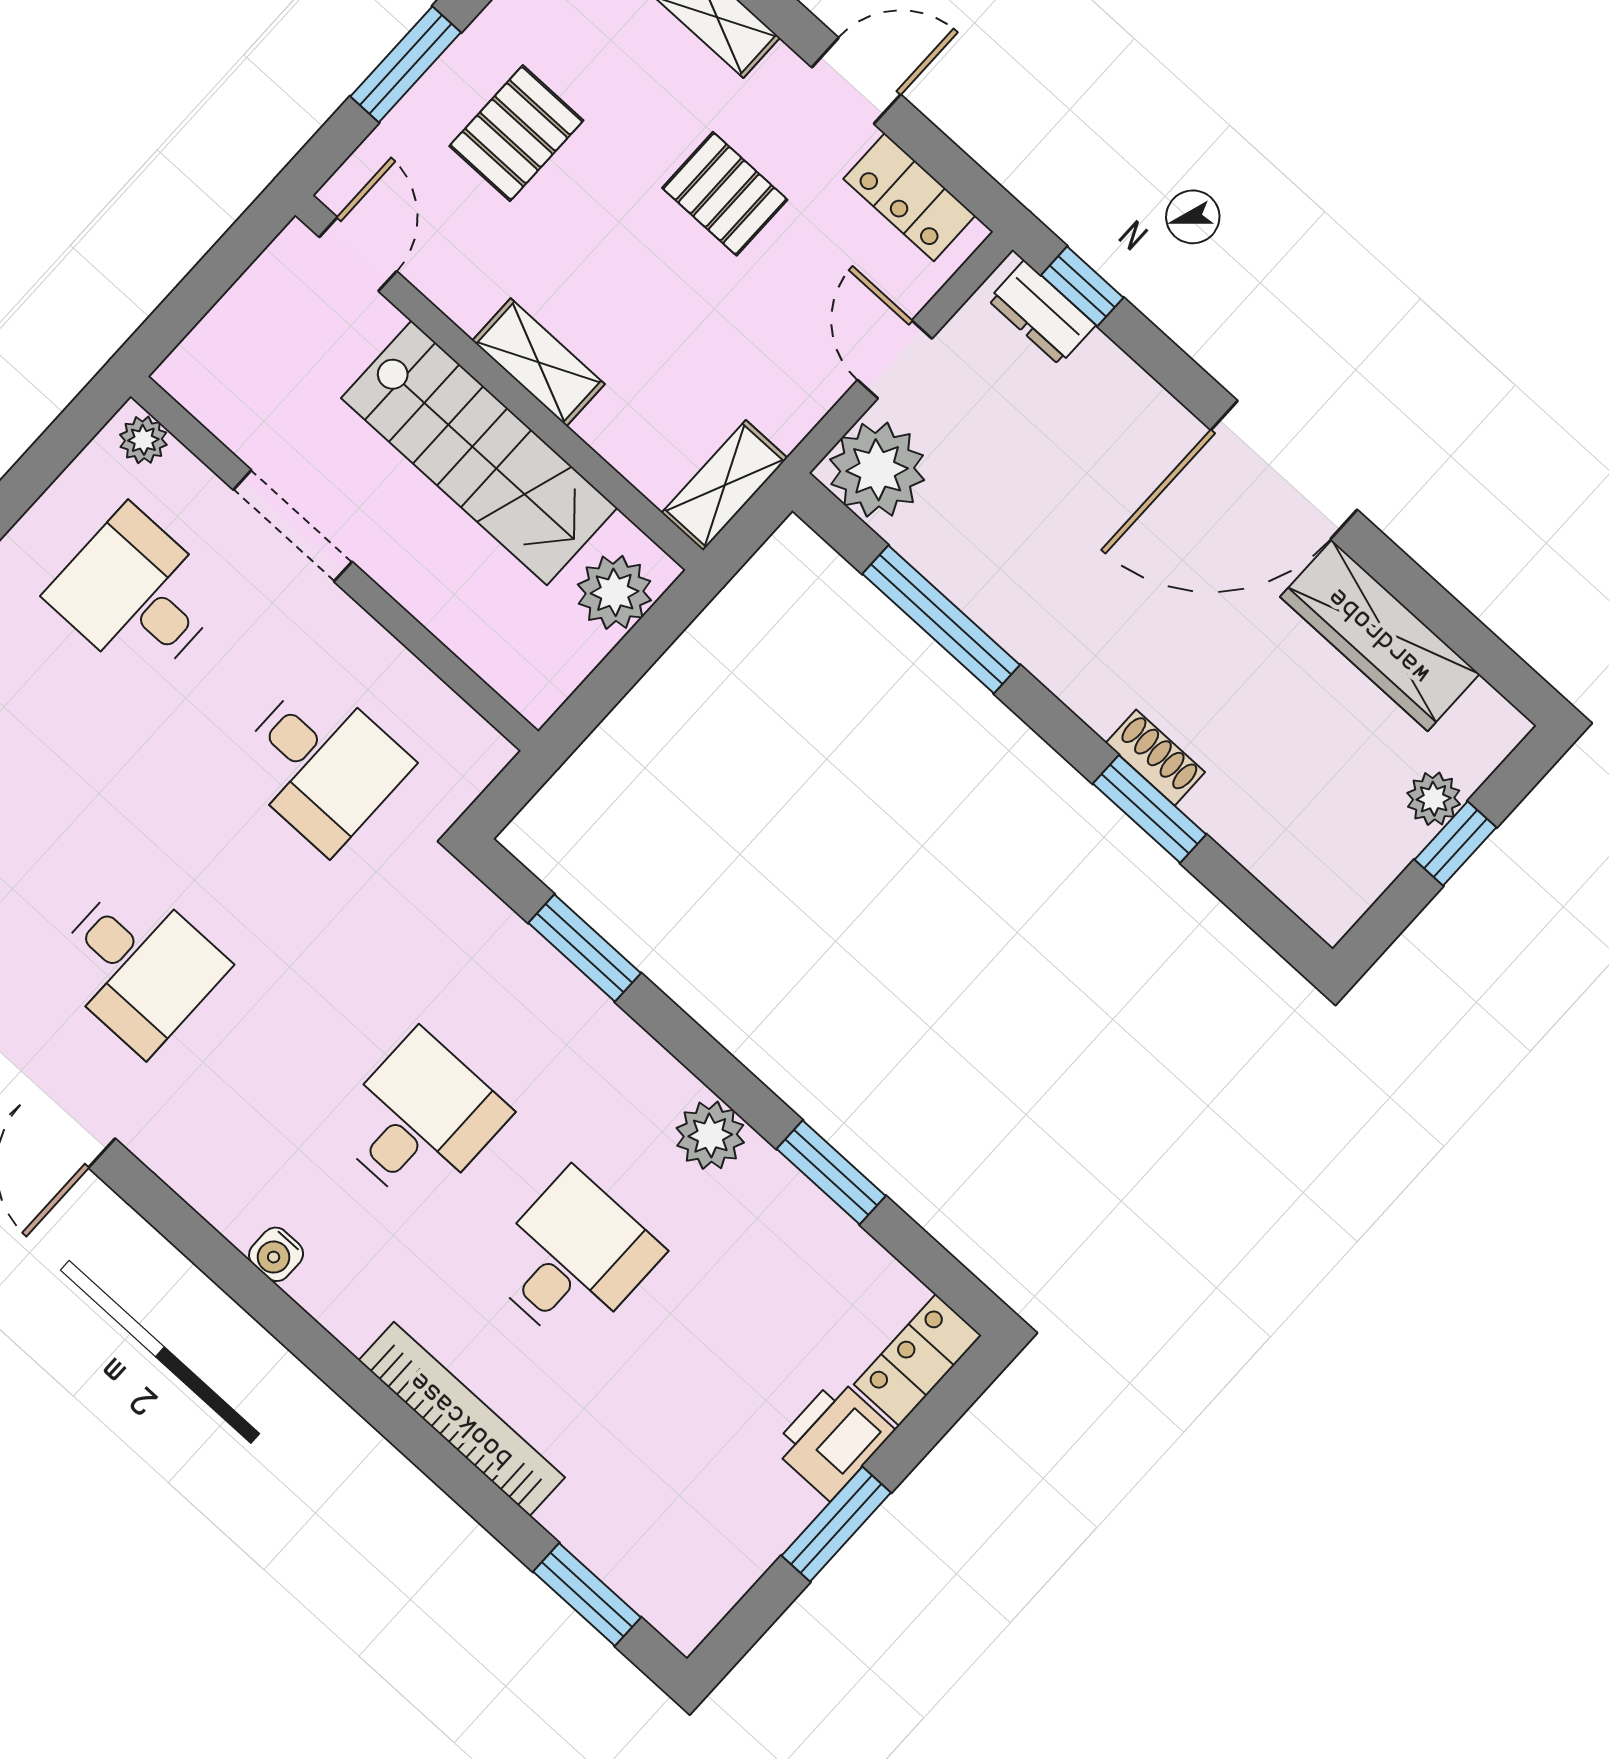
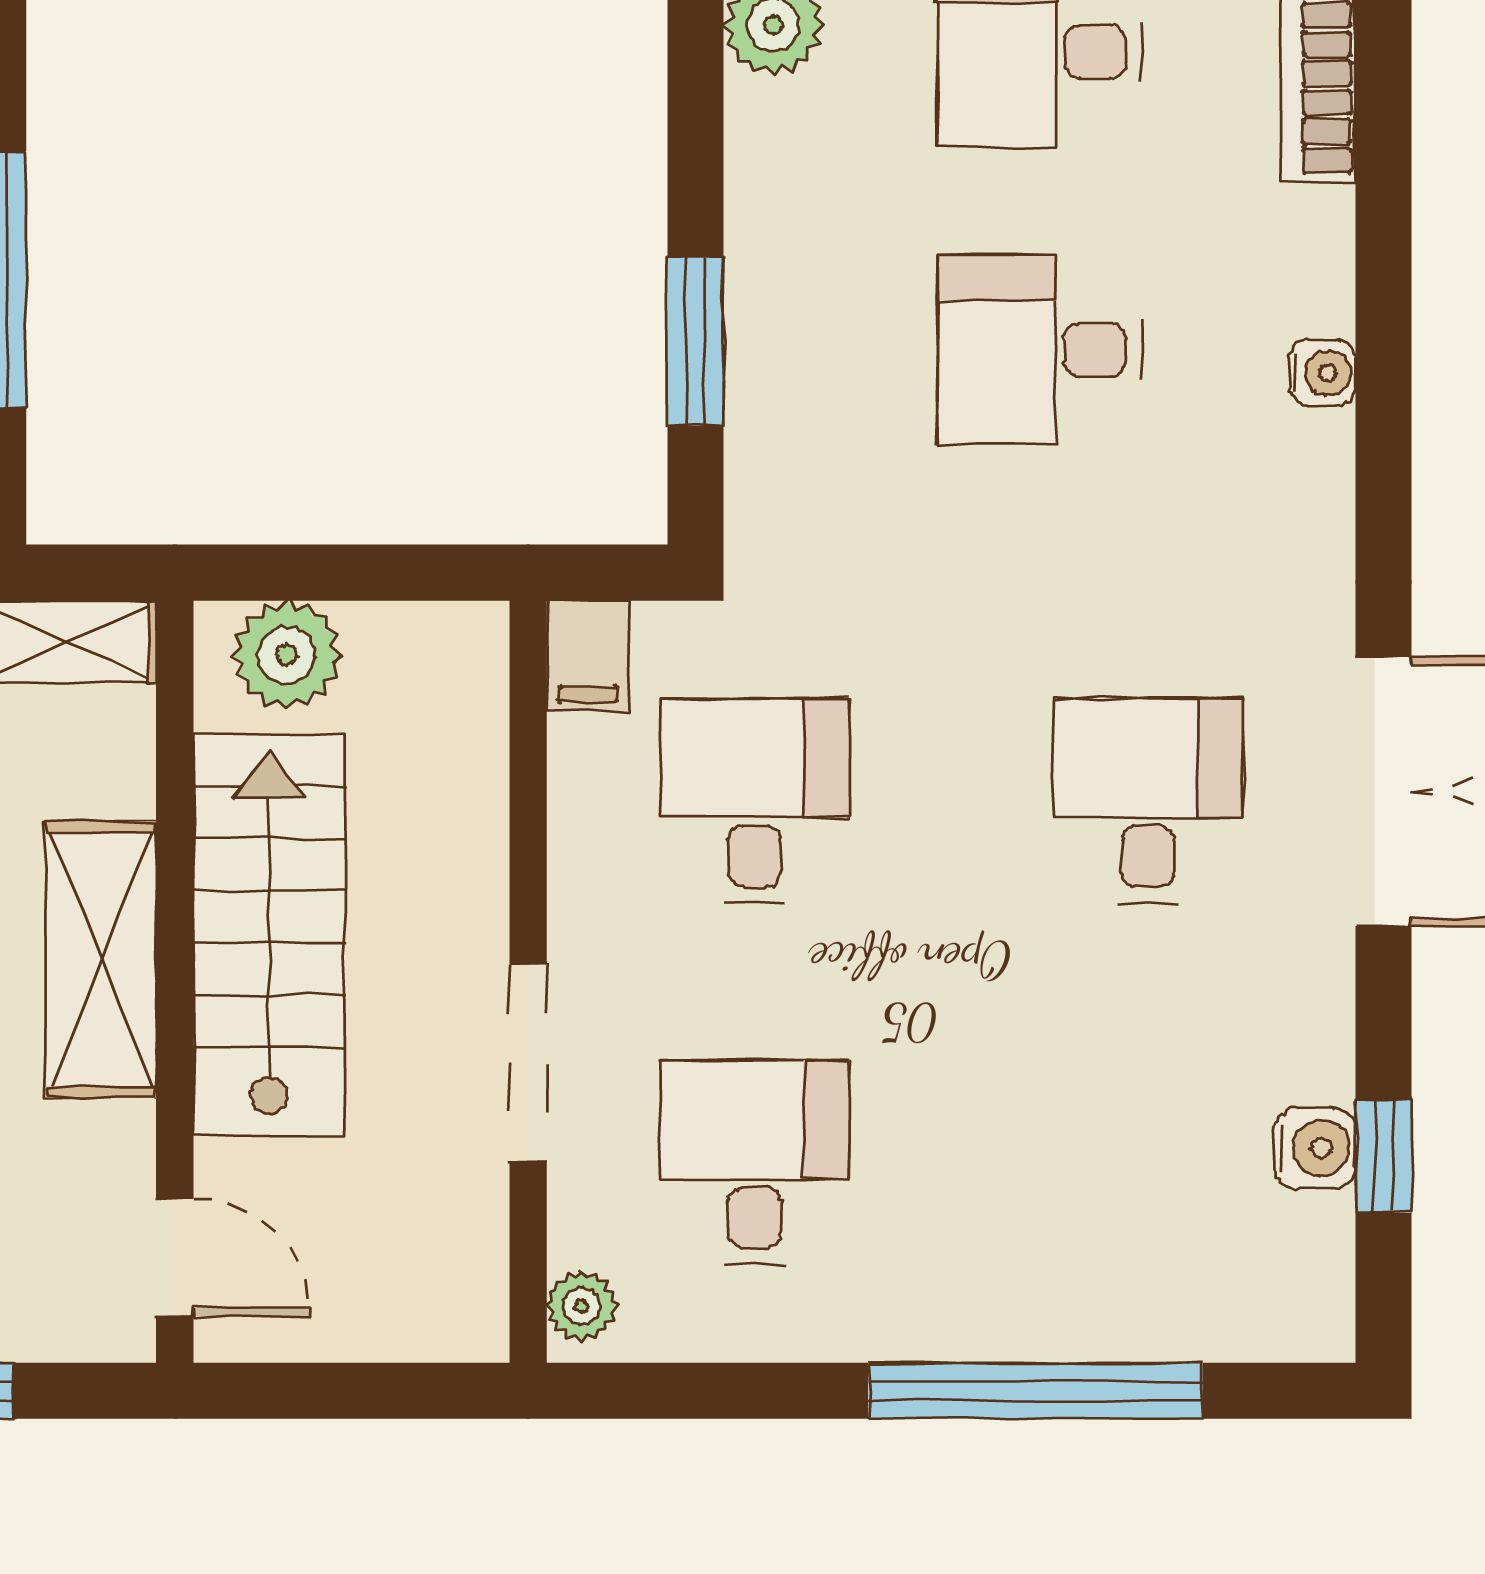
door: (358, 254) -> (175, 1257), swing flipped
shelving: (539, 362) -> (101, 959), width x1.50, depth x1.33
desk: (136, 595) -> (754, 1162), turned 180
filing cabinet: (474, 746) -> (588, 656), added

